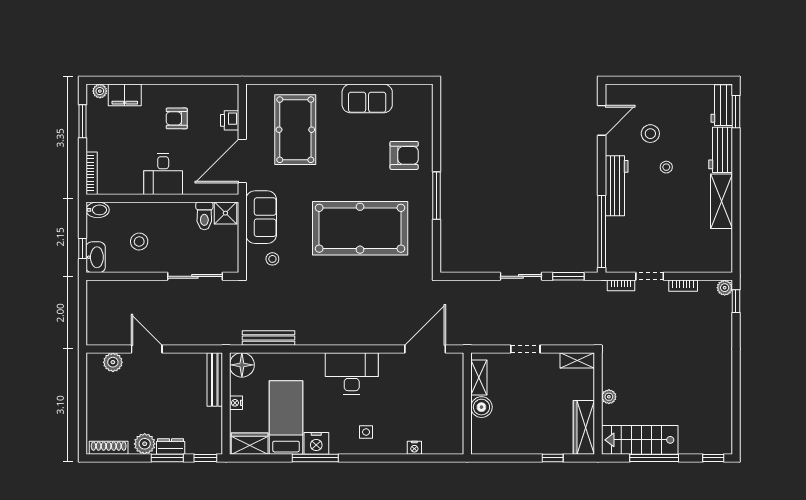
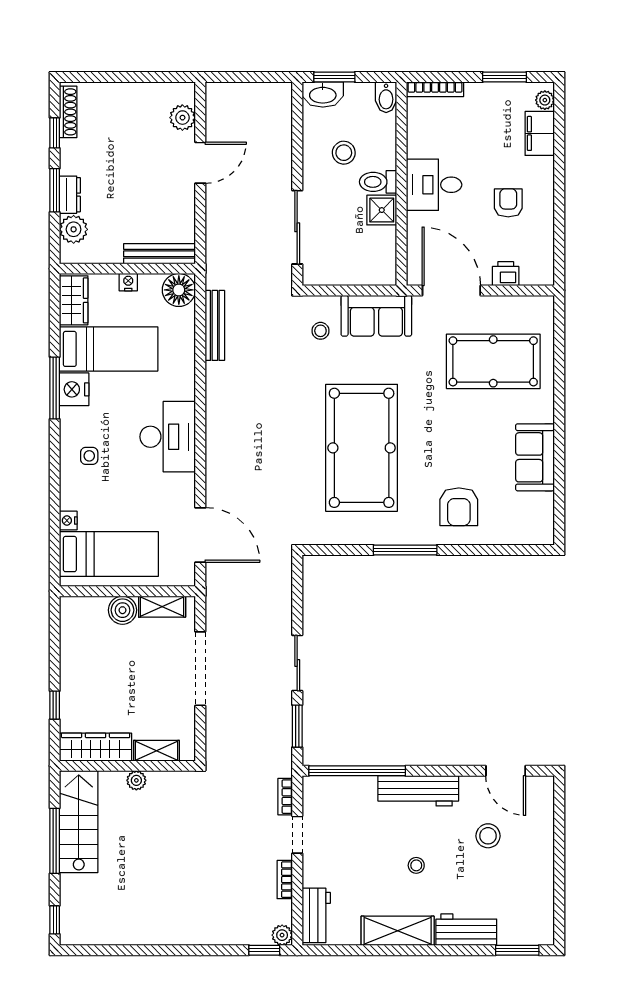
workbench: (722, 105) -> (316, 915), moved, turned 90
stool: (666, 167) -> (416, 865), moved
shower: (225, 213) -> (382, 210), moved
toilet: (204, 216) -> (378, 182), moved
window: (82, 249) -> (334, 77), width x1.50
doorway: (525, 349) -> (200, 669), width x1.88
shelving: (577, 360) -> (156, 751), moved, turned 90
bed: (439, 417) -> (109, 554), added
plant: (145, 444) -> (74, 229), moved
window: (205, 458) -> (55, 133), moved

